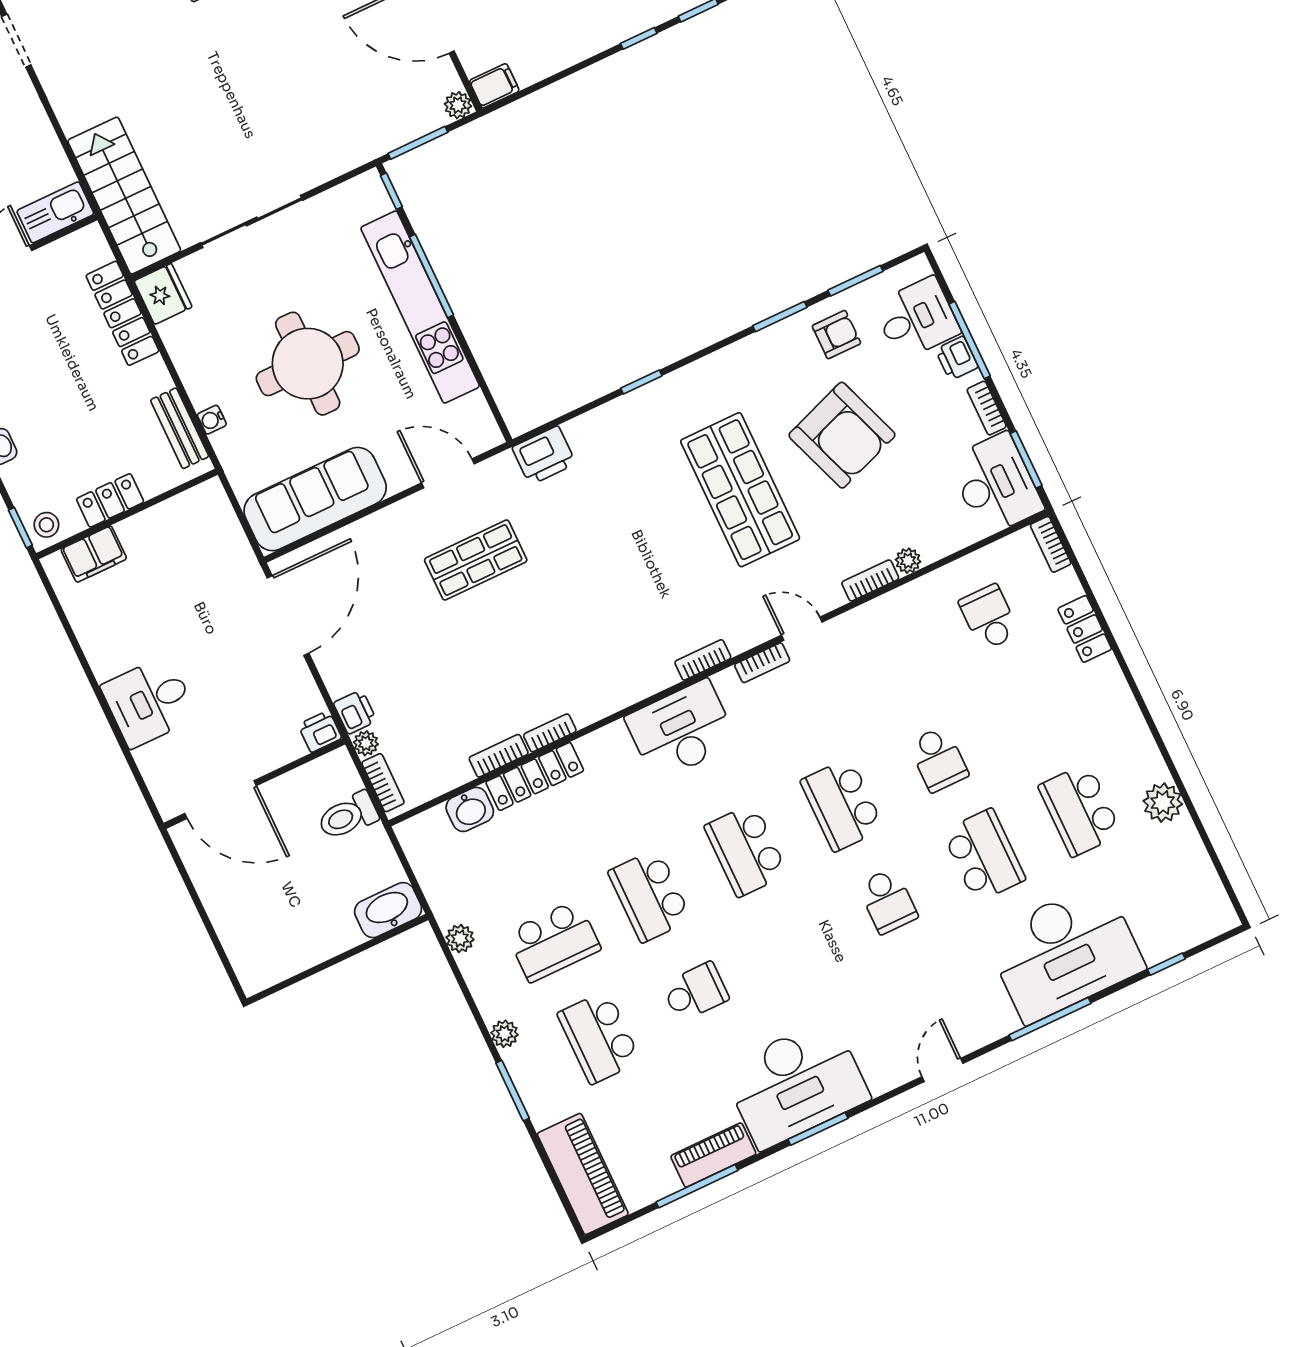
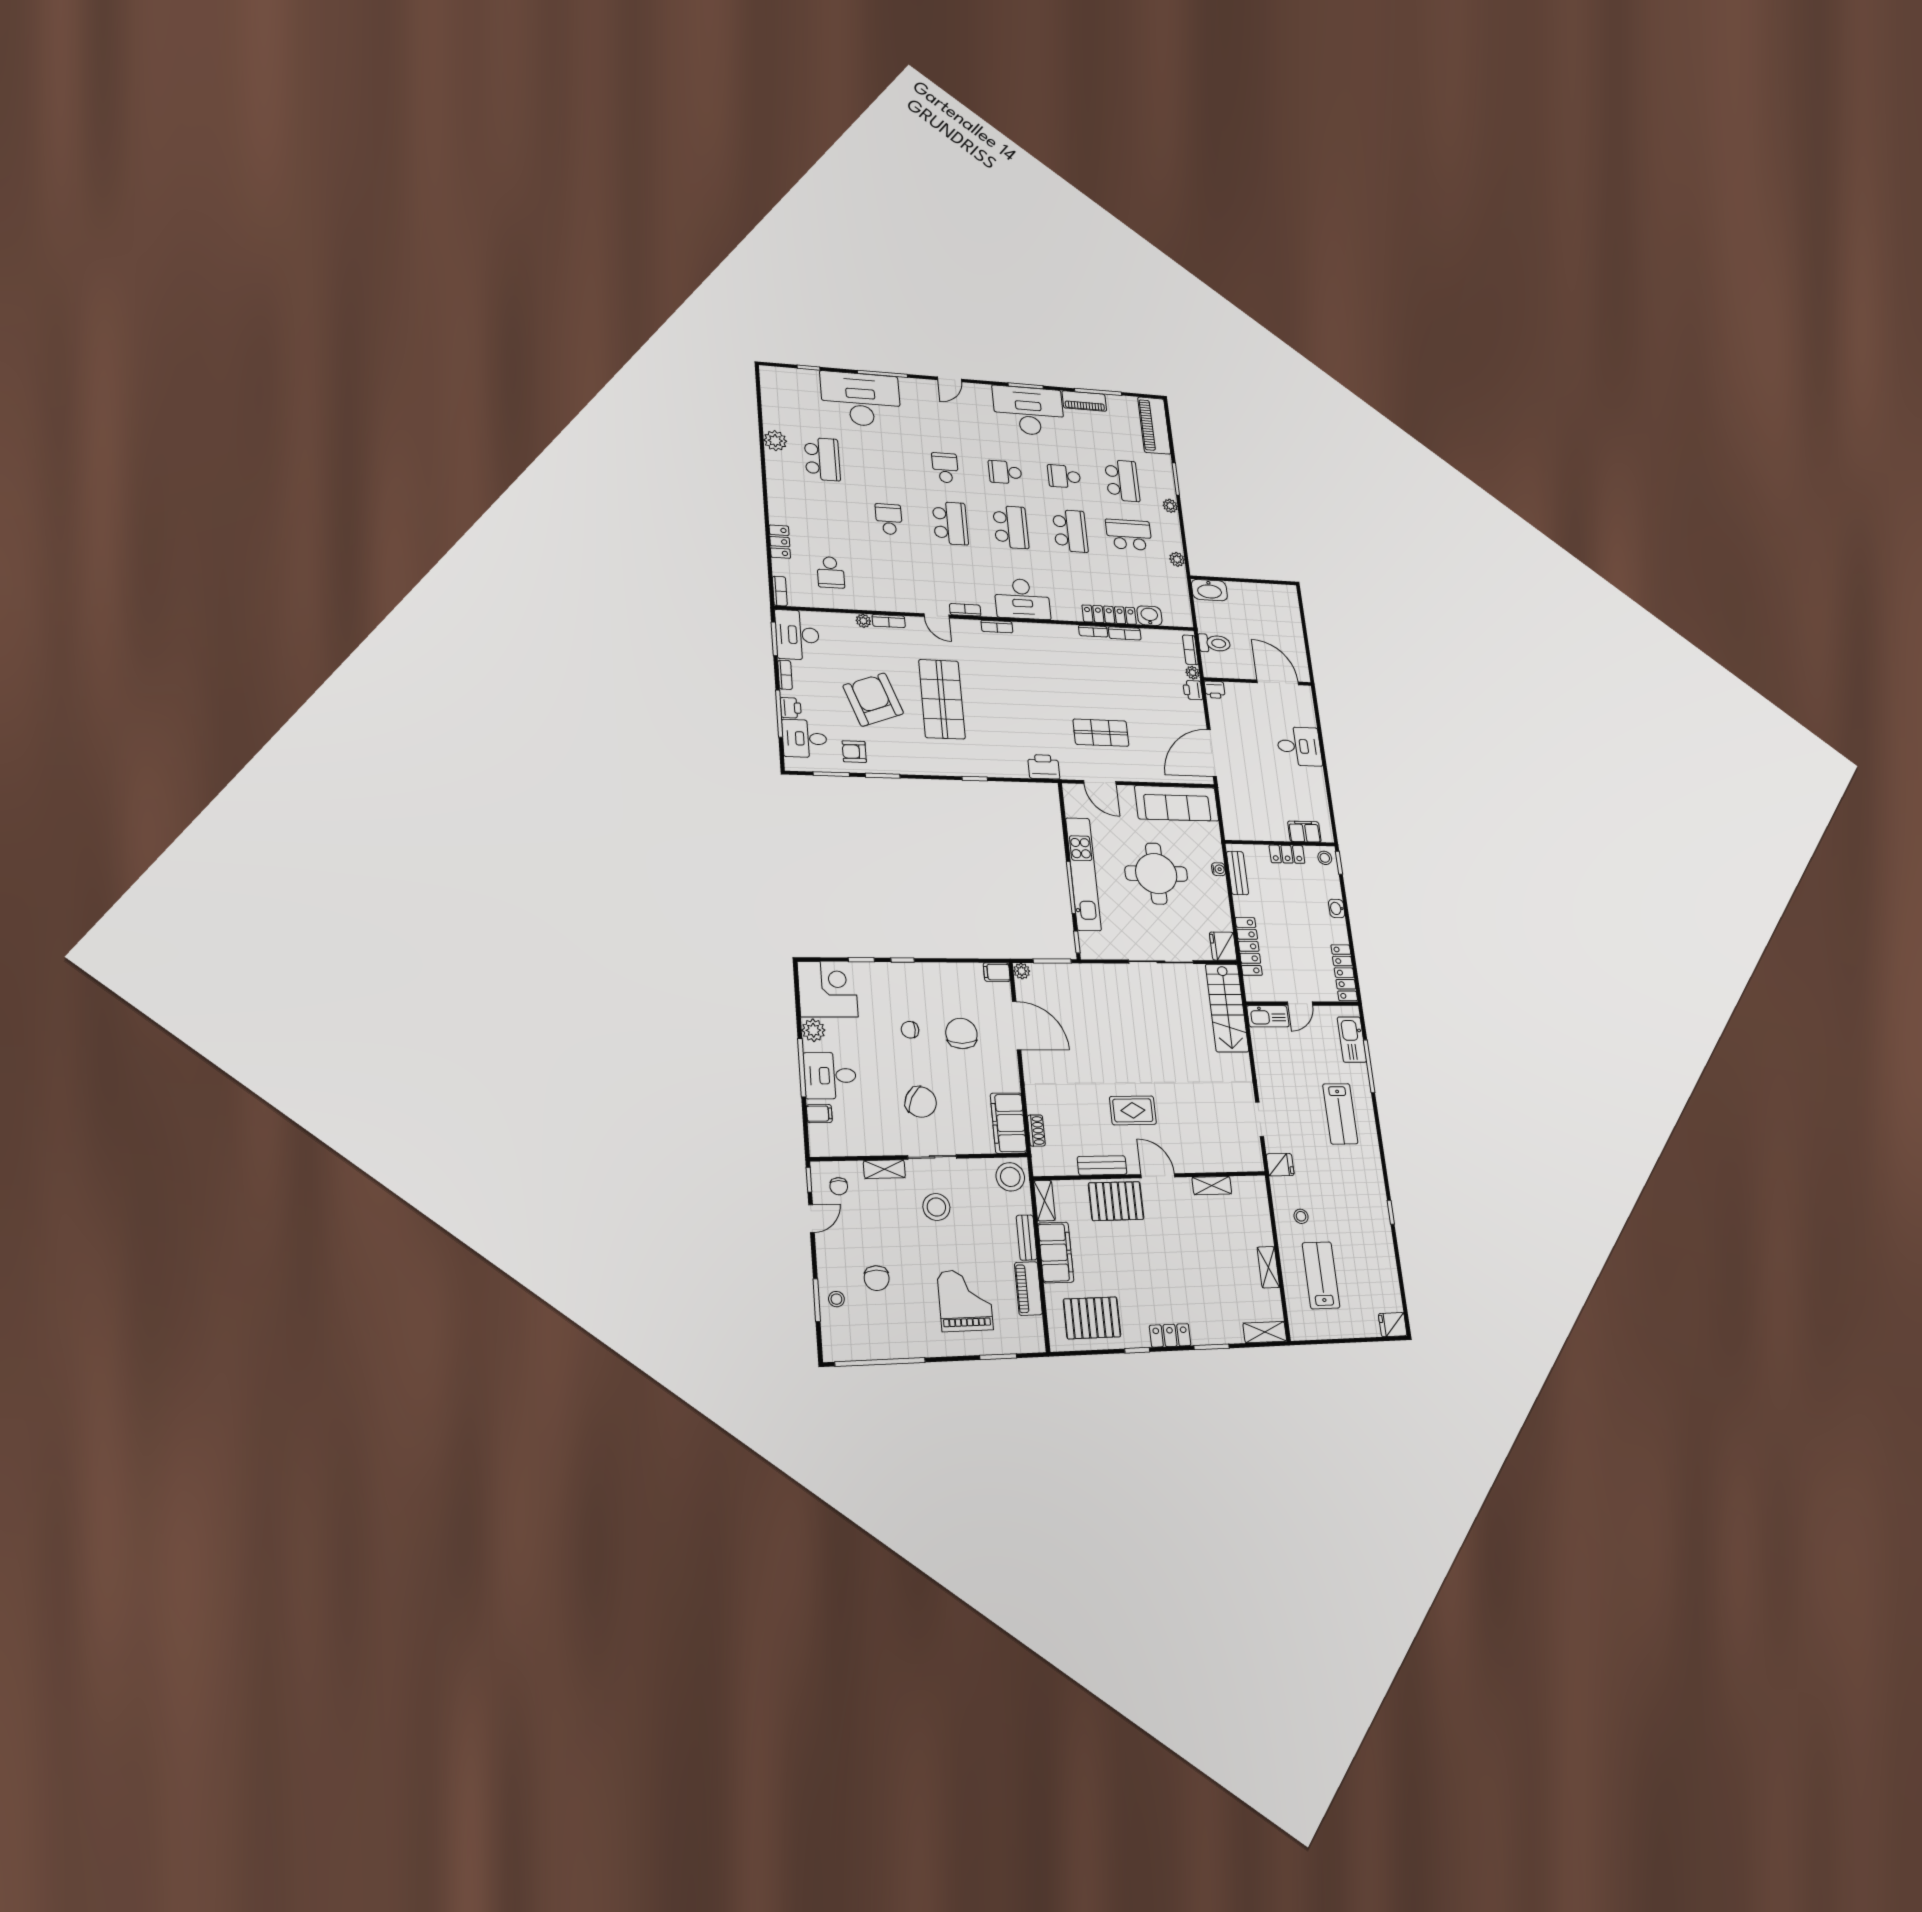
school desk: (984, 855) -> (1005, 472), moved, width x0.54

